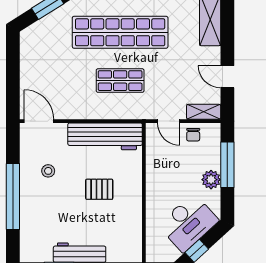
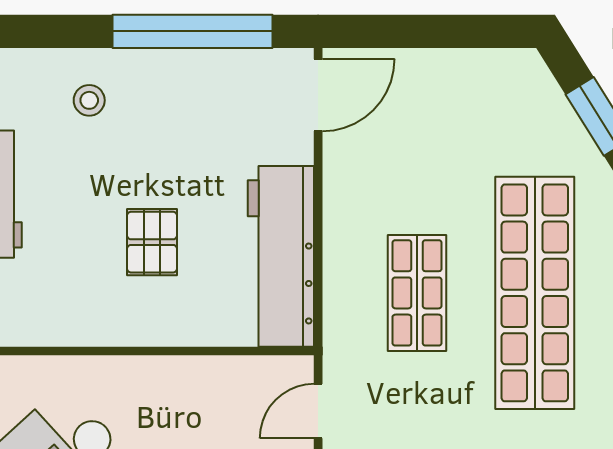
stool: (48, 171) -> (89, 100), moved
window: (13, 196) -> (192, 31), moved

